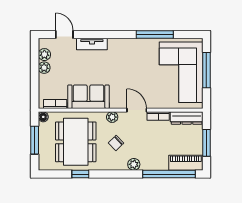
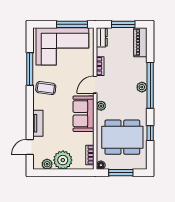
coffee table: (133, 53) -> (46, 88), added
plant: (44, 68) -> (63, 160), width x1.88, depth x1.88
window: (206, 70) -> (72, 24), moved
sofa: (88, 97) -> (83, 114), moved
dresser: (187, 118) -> (102, 37), width x0.70
chair: (116, 143) -> (123, 102), removed
window: (169, 174) -> (150, 85), moved

